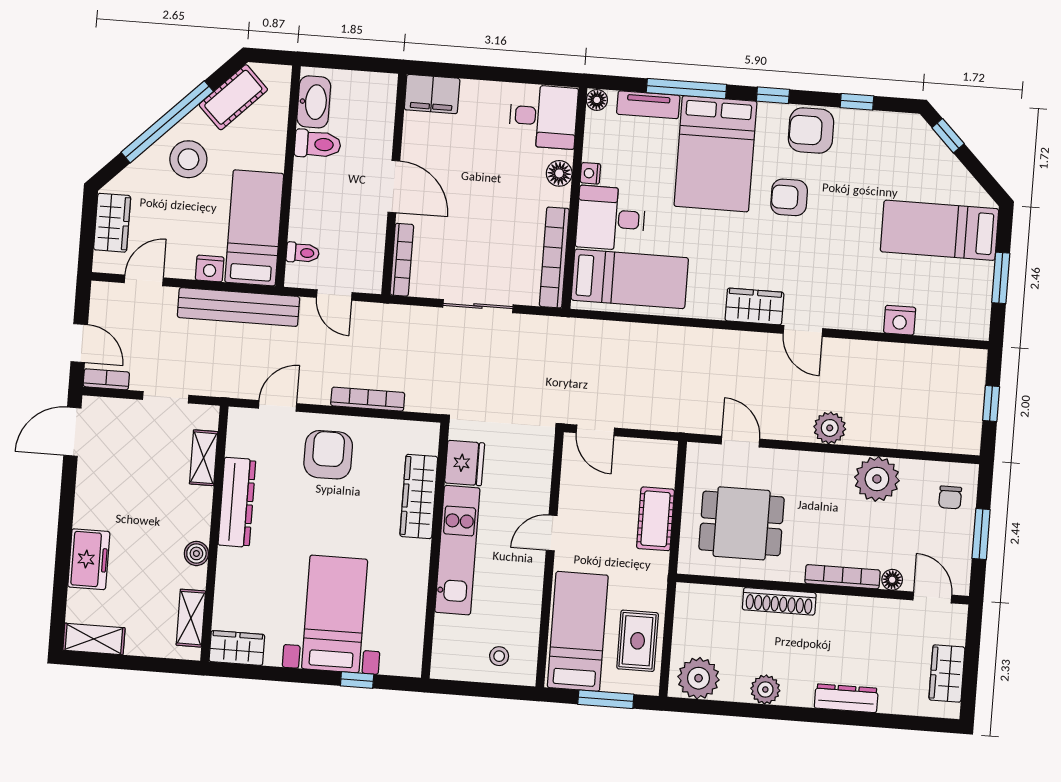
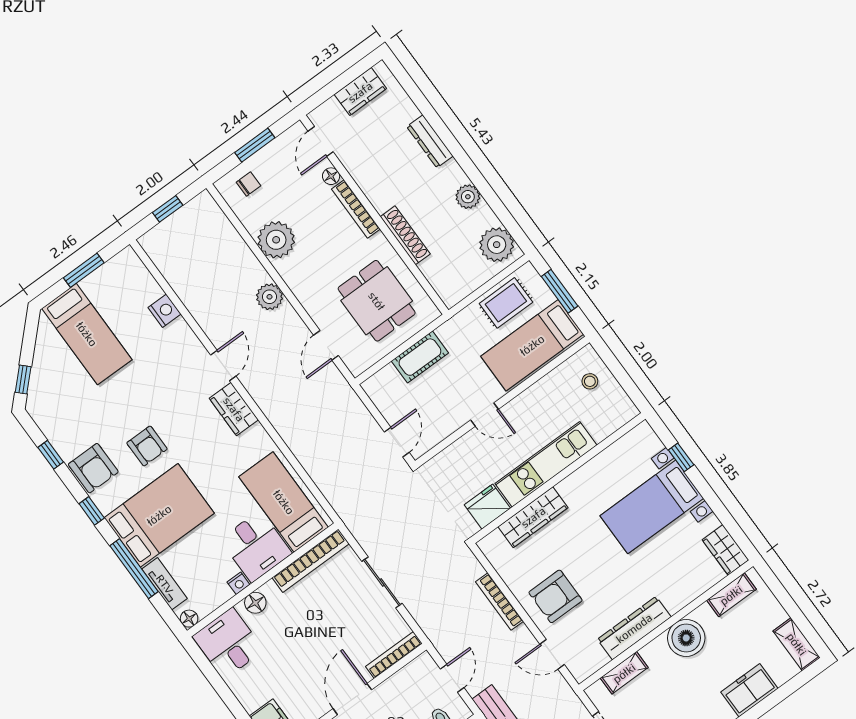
boiler: (196, 553) -> (686, 638), width x1.86, depth x1.86

